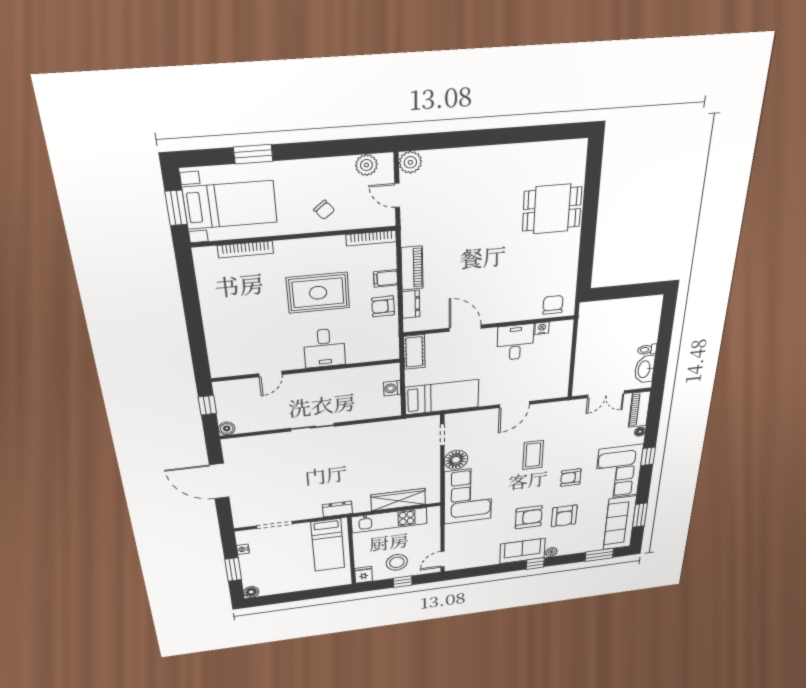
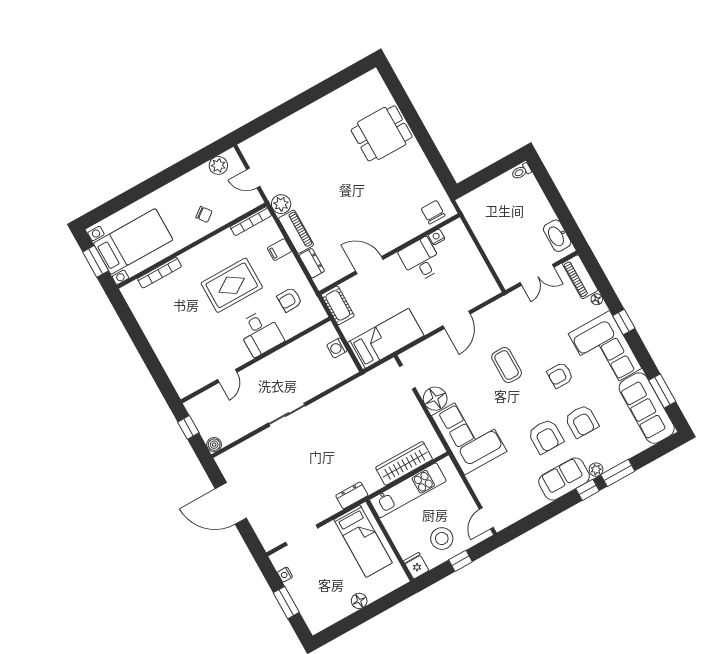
window: (253, 154) -> (133, 195), removed
plant: (410, 162) -> (281, 204), moved
armchair: (383, 306) -> (290, 300), moved
toilet: (647, 350) -> (521, 171), moved
armchair: (529, 517) -> (546, 436), turned 90
window: (599, 555) -> (618, 473), moved
floor lamp: (251, 592) -> (359, 601), moved

